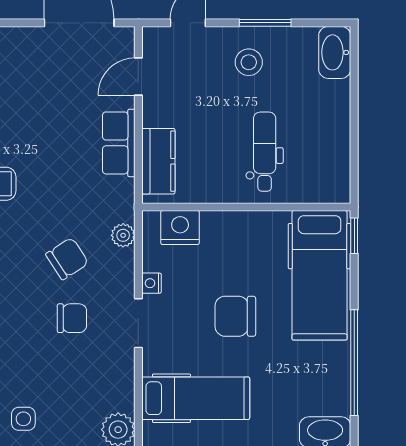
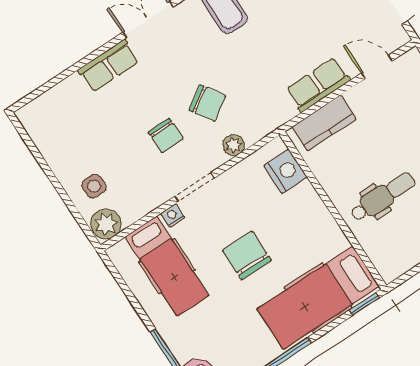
plant: (123, 235) -> (234, 145), moved
nightstand: (152, 283) -> (173, 216), moved
side table: (23, 419) -> (94, 186), moved

